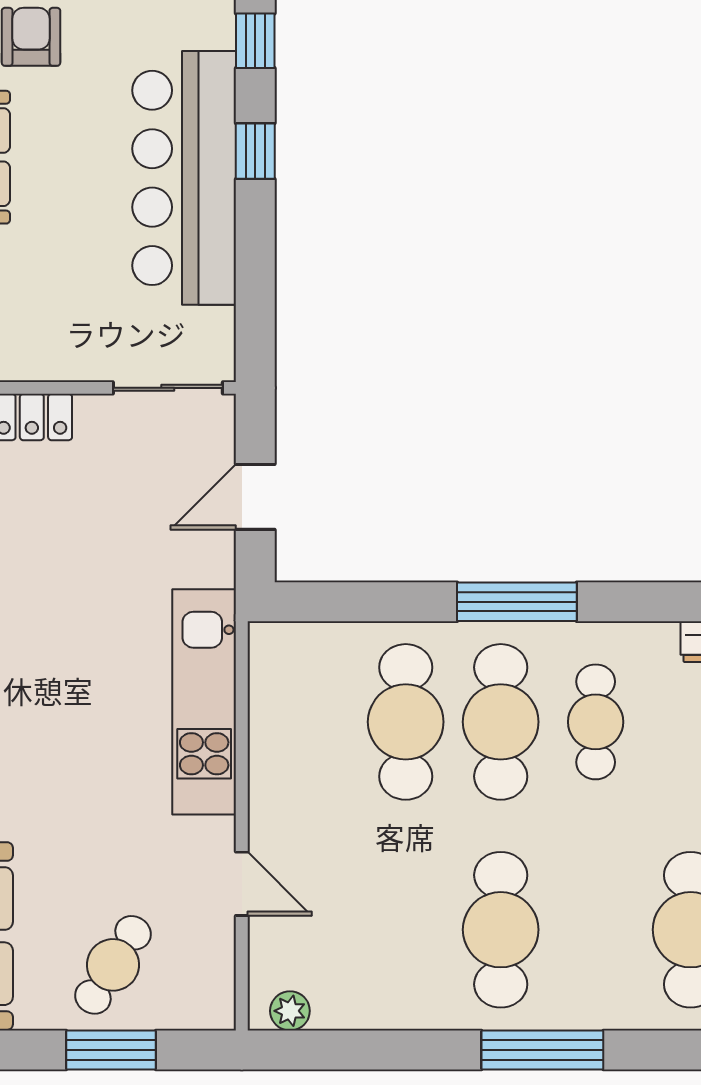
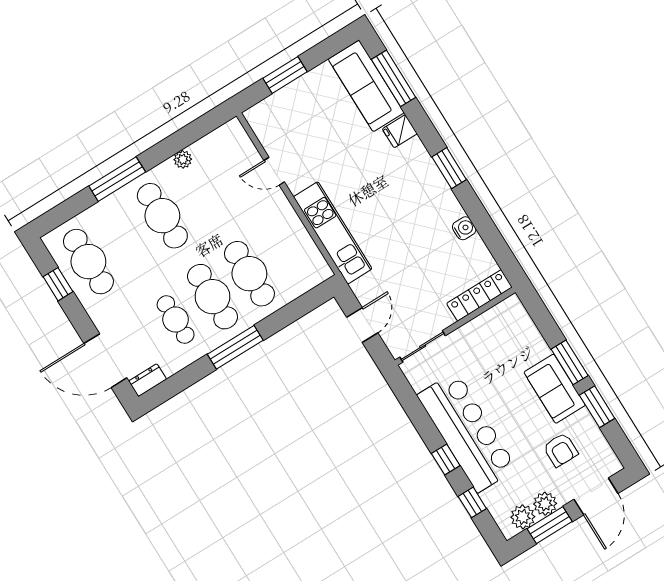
cafe table: (113, 965) -> (305, 109), removed
plant: (290, 1011) -> (183, 159), moved

